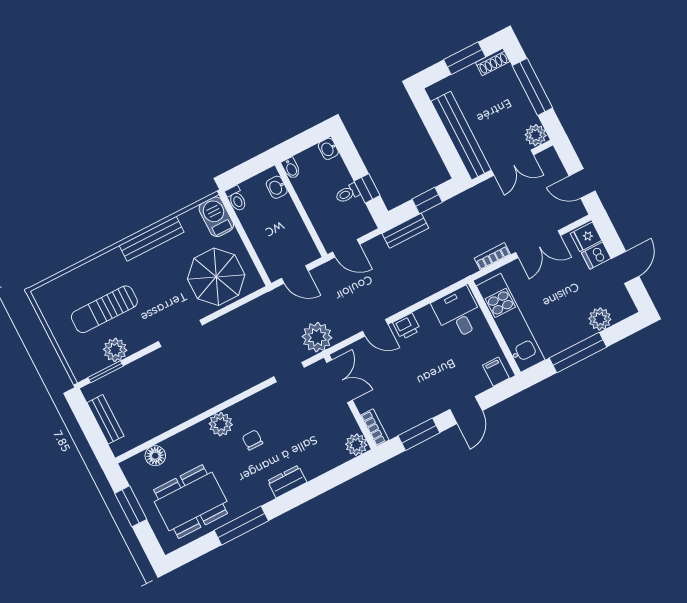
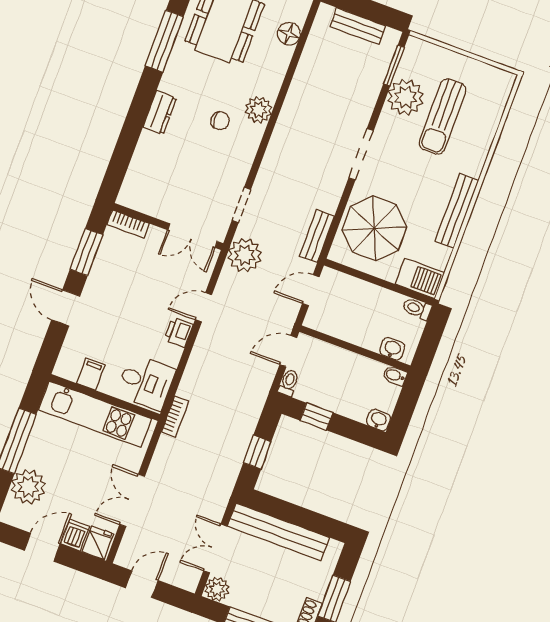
toilet: (347, 193) -> (289, 383), moved
bench: (405, 231) -> (317, 236), moved
bookcase: (492, 256) -> (175, 417), moved
door: (625, 267) -> (42, 547), swing flipped
sun lounger: (104, 309) -> (442, 117), turned 180
plant: (600, 319) -> (28, 487), width x1.36, depth x1.36
plant: (115, 350) -> (405, 97), width x1.36, depth x1.36
filing cabinet: (496, 372) -> (91, 374), moved, turned -90
plant: (356, 445) -> (130, 196), removed

